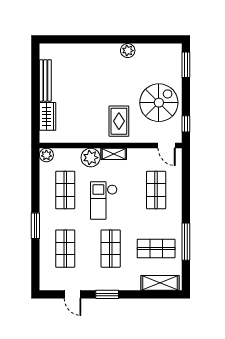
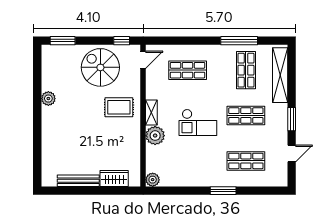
shop shelf: (65, 190) -> (188, 161), removed
shelving: (160, 283) -> (280, 75), width x1.47

